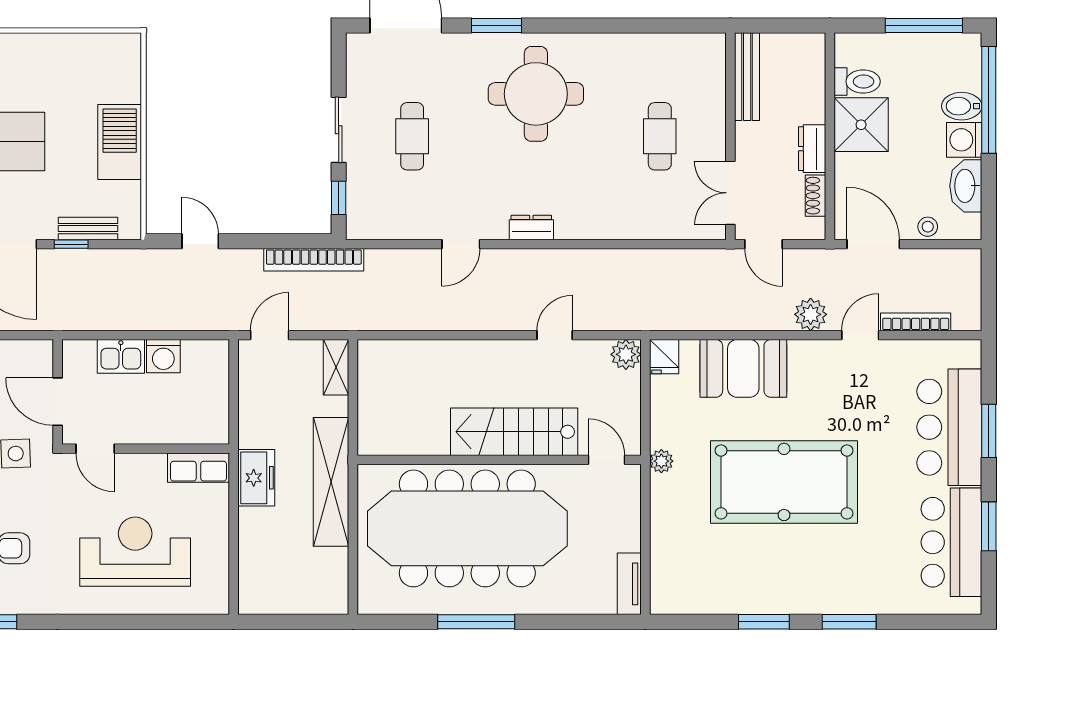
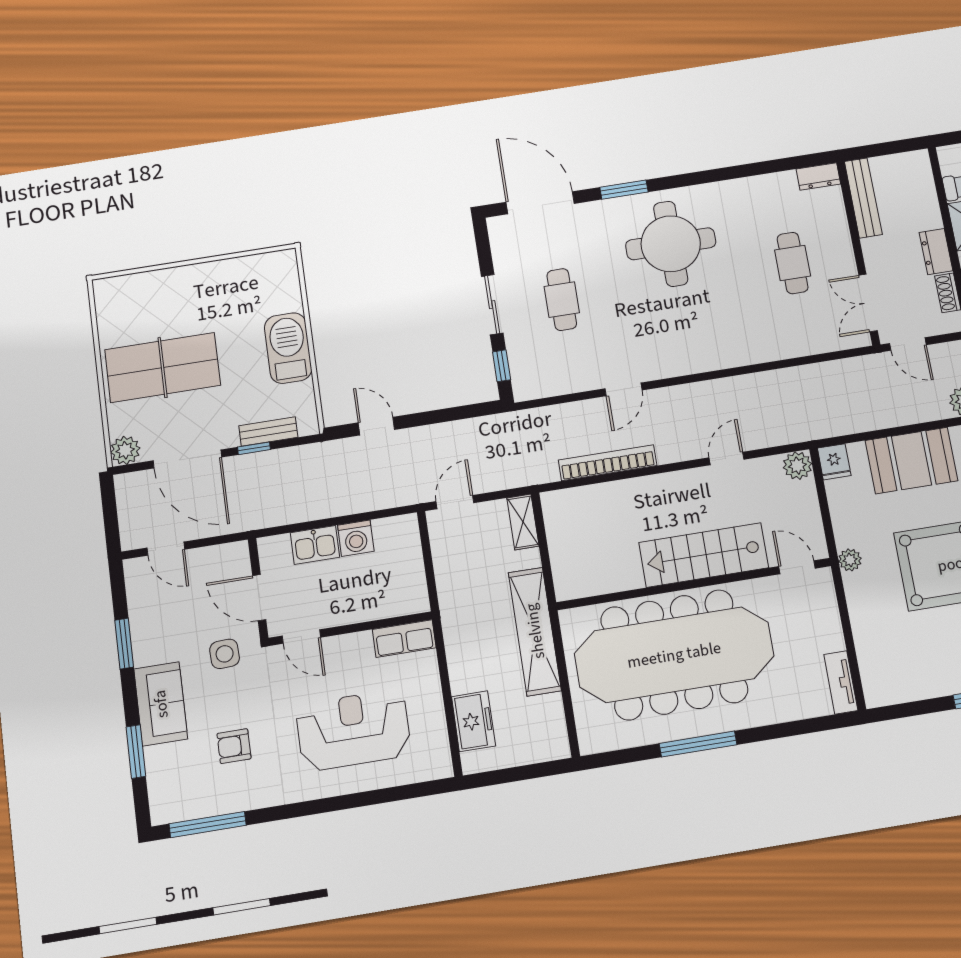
dresser: (531, 228) -> (818, 177), moved, turned 180
bookcase: (314, 260) -> (608, 463), moved, turned 180
freezer: (256, 478) -> (473, 721), moved

